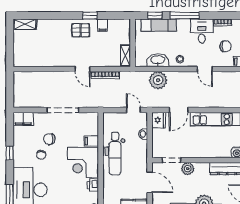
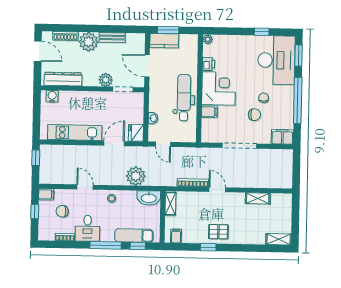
filing cabinet: (103, 25) -> (176, 236), moved
washbasin: (158, 60) -> (149, 198), moved
shelving: (45, 62) -> (258, 198), added
window: (10, 153) -> (298, 100), width x3.17

